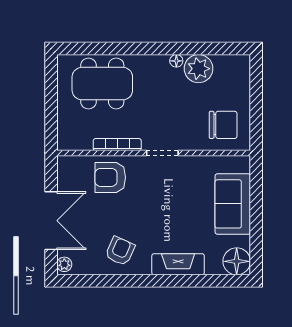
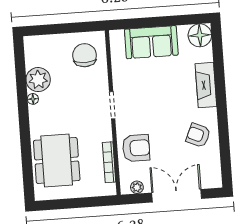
bookcase: (117, 145) -> (109, 162), moved
armchair: (110, 177) -> (136, 148), turned -90
plant: (64, 264) -> (137, 187), moved

